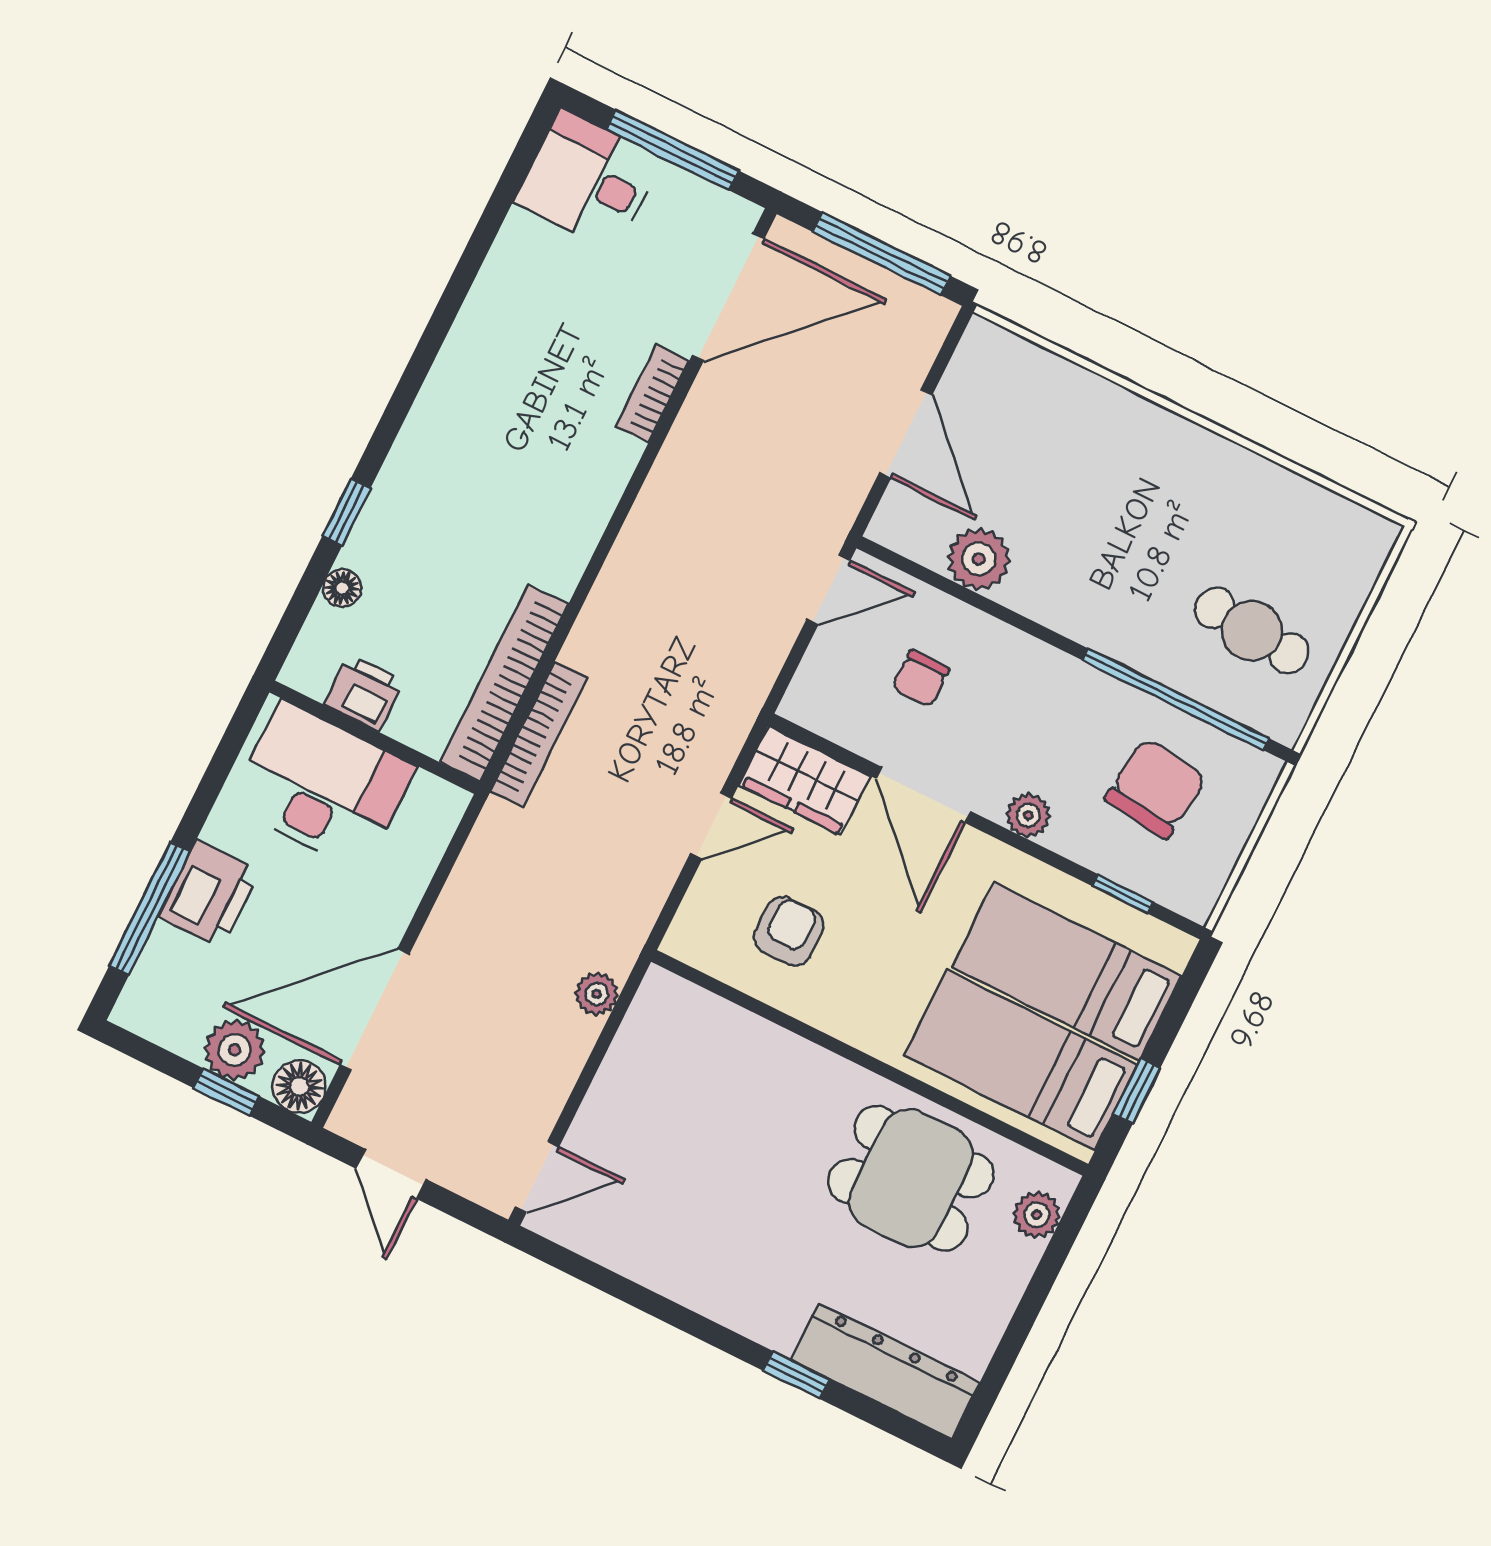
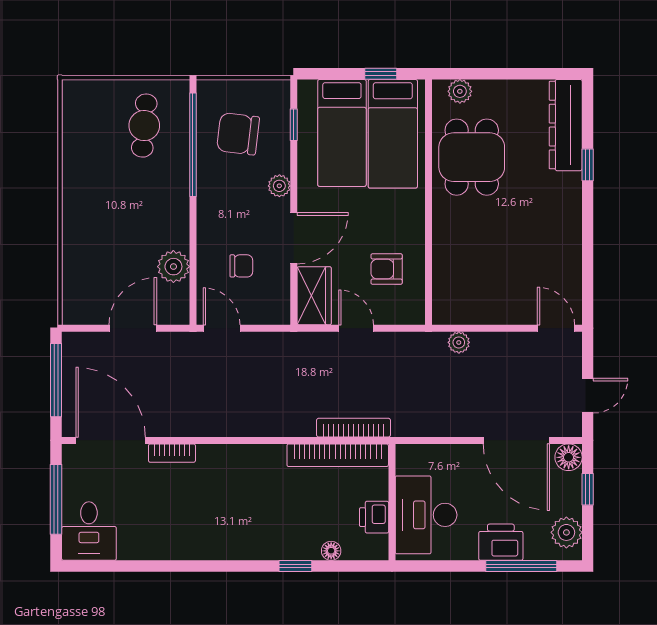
plant: (235, 1050) -> (566, 532), moved

